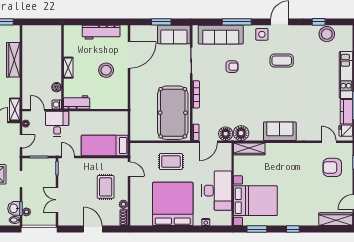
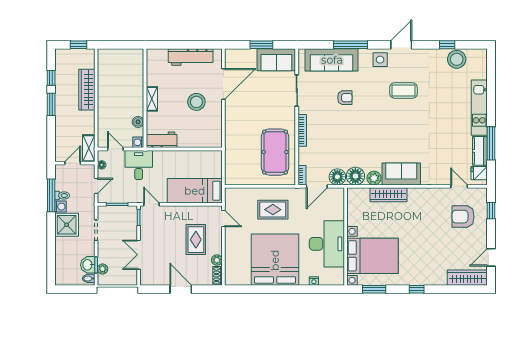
pool table: (173, 113) -> (275, 152), width x0.73, depth x0.76
plant: (257, 135) -> (374, 178), added
wardrobe: (249, 149) -> (389, 195), moved

